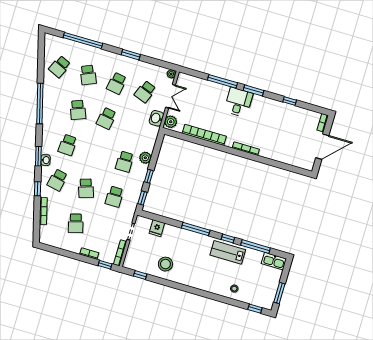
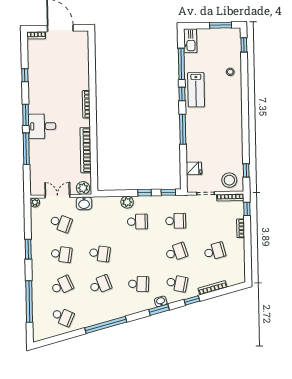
stool: (165, 264) -> (229, 180), moved

